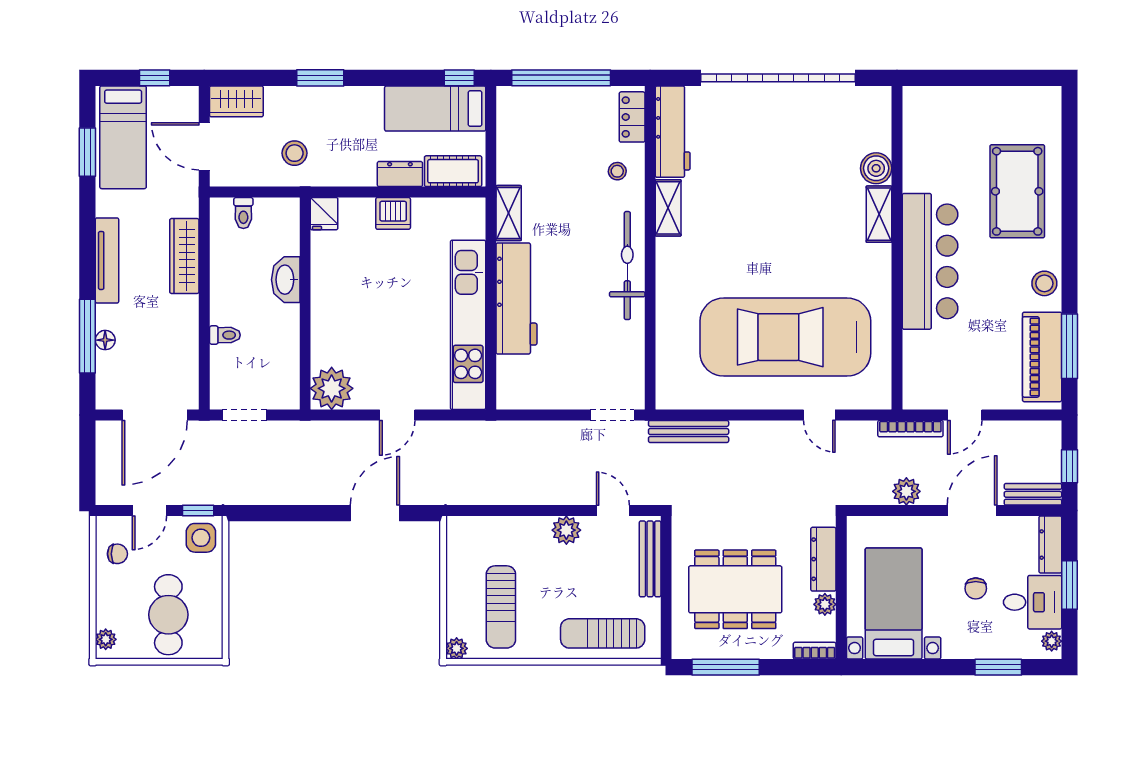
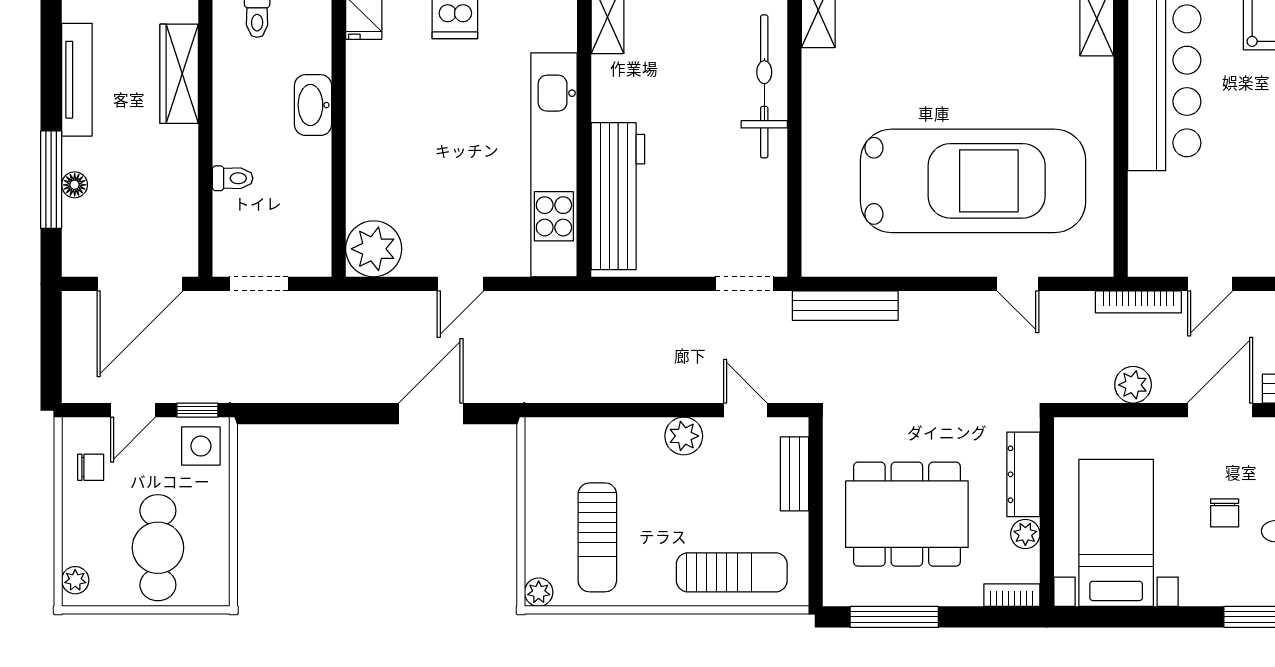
workbench: (516, 298) -> (618, 196), moved
car: (785, 337) -> (973, 181), turned 180
bench: (650, 559) -> (794, 474), width x0.73
sun lounger: (603, 633) -> (732, 572), turned 180

